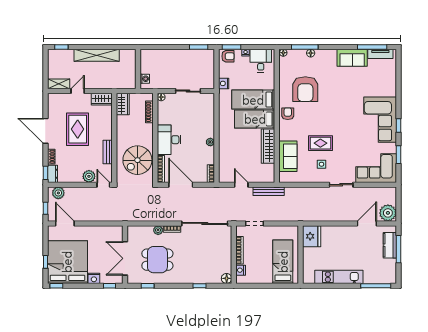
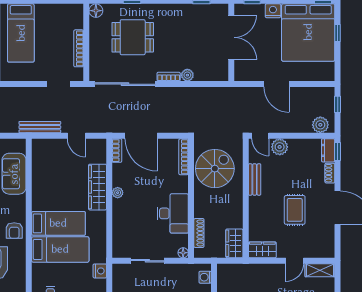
rug: (78, 129) -> (295, 210), width x0.73, depth x0.70
desk: (169, 140) -> (173, 213), moved
wardrobe: (268, 146) -> (97, 187), moved, turned 180
door: (181, 185) -> (141, 136), moved
door: (65, 223) -> (277, 84), moved
dining table: (157, 260) -> (133, 37), moved
nightstand: (241, 270) -> (77, 22), removed

